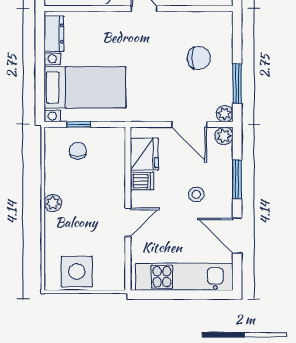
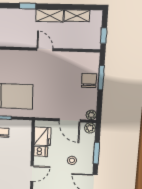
chair: (199, 58) -> (89, 81), moved, turned -90
window: (237, 84) -> (101, 78), moved

